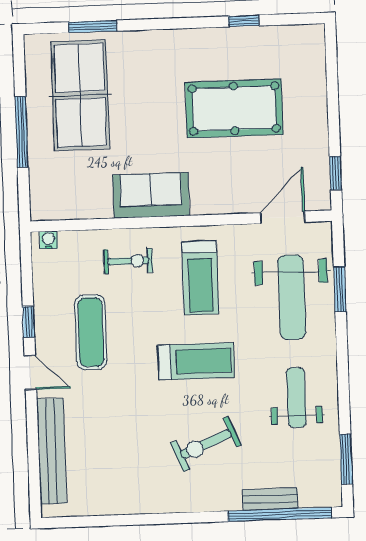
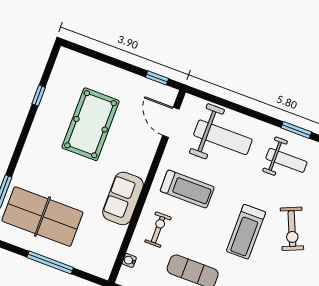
water cooler: (49, 240) -> (129, 260), moved
window: (340, 289) -> (296, 130), moved
treadmill: (196, 361) -> (246, 232), moved, turned 180
weight bench: (296, 397) -> (286, 160), turned 180

